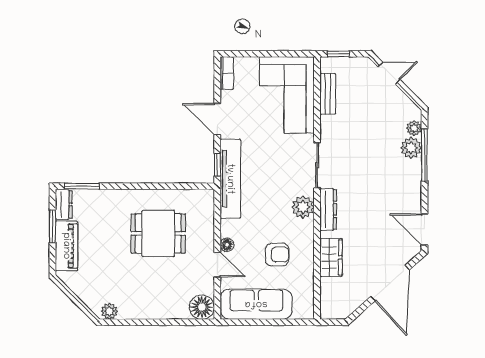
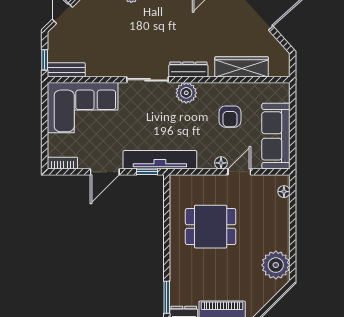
bench: (328, 94) -> (66, 70), moved
dining table: (158, 234) -> (211, 227), turned 90
armchair: (277, 255) -> (230, 117), turned 180
wardrobe: (331, 257) -> (242, 67), width x1.50
floor lamp: (202, 307) -> (284, 192), width x0.53, depth x0.53
plant: (109, 311) -> (276, 265), width x1.87, depth x1.87

